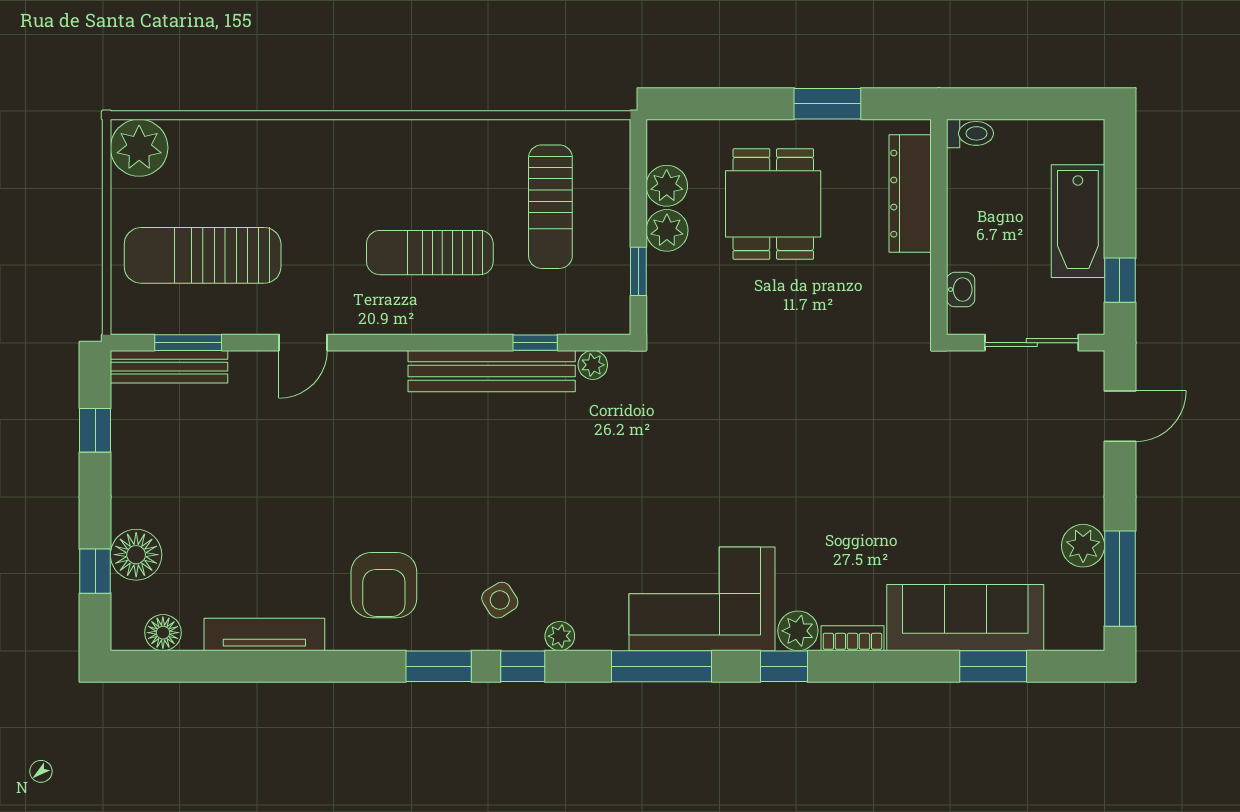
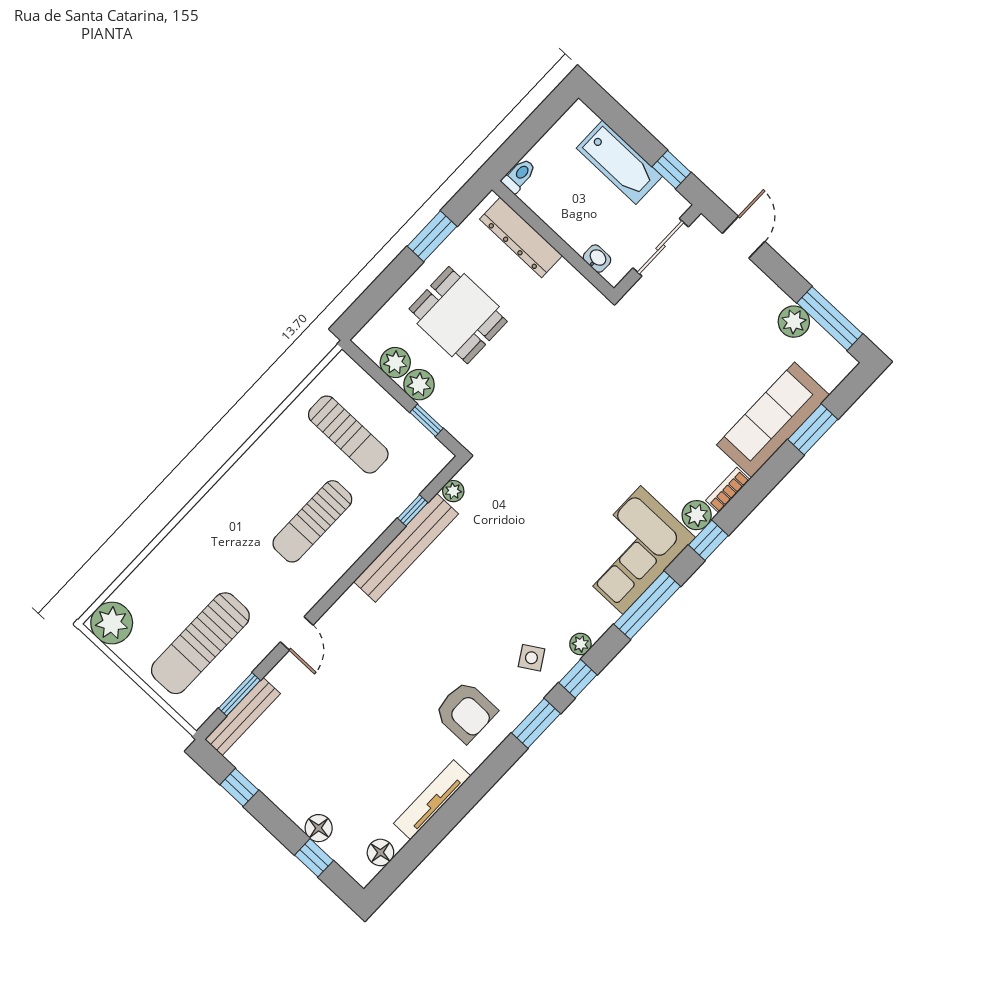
floor lamp: (136, 555) -> (319, 828), width x0.73, depth x0.73

